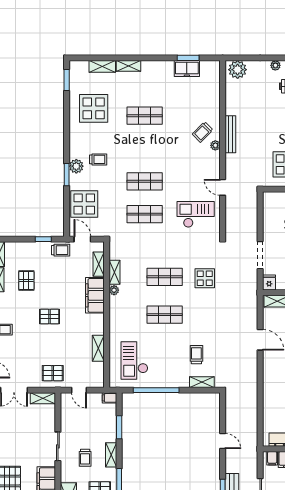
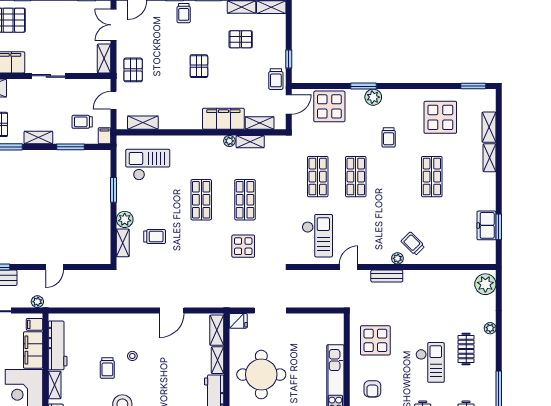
bench: (230, 134) -> (387, 276), moved, width x0.73
trolley: (98, 159) -> (389, 137), moved
shelving: (98, 348) -> (143, 123), moved
plant: (182, 380) -> (125, 219), added
window: (156, 390) -> (114, 190), width x0.47
plant: (253, 456) -> (37, 302), added
trolley: (85, 458) -> (82, 122), moved

